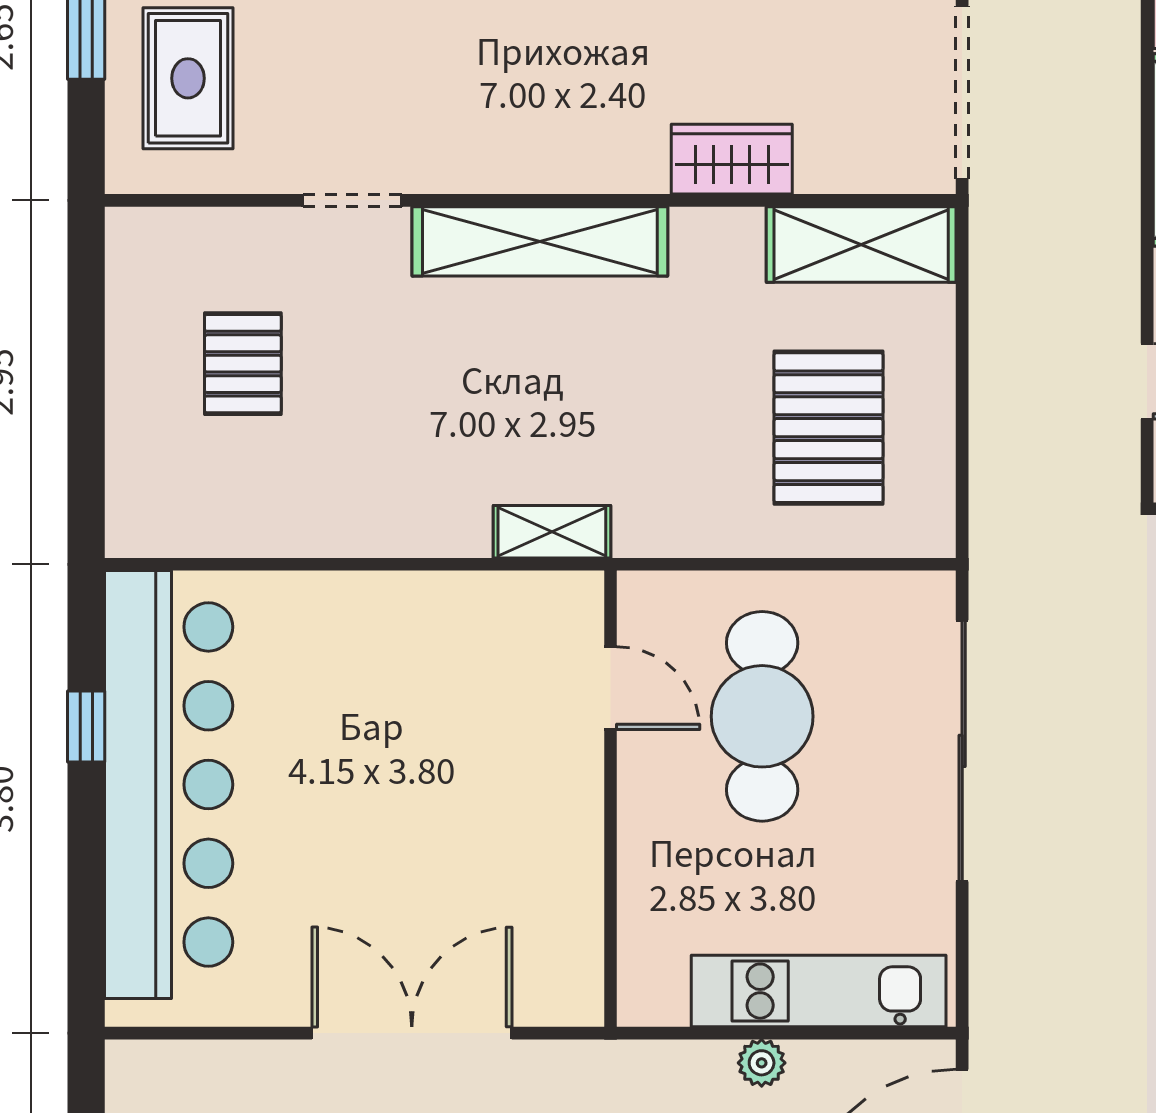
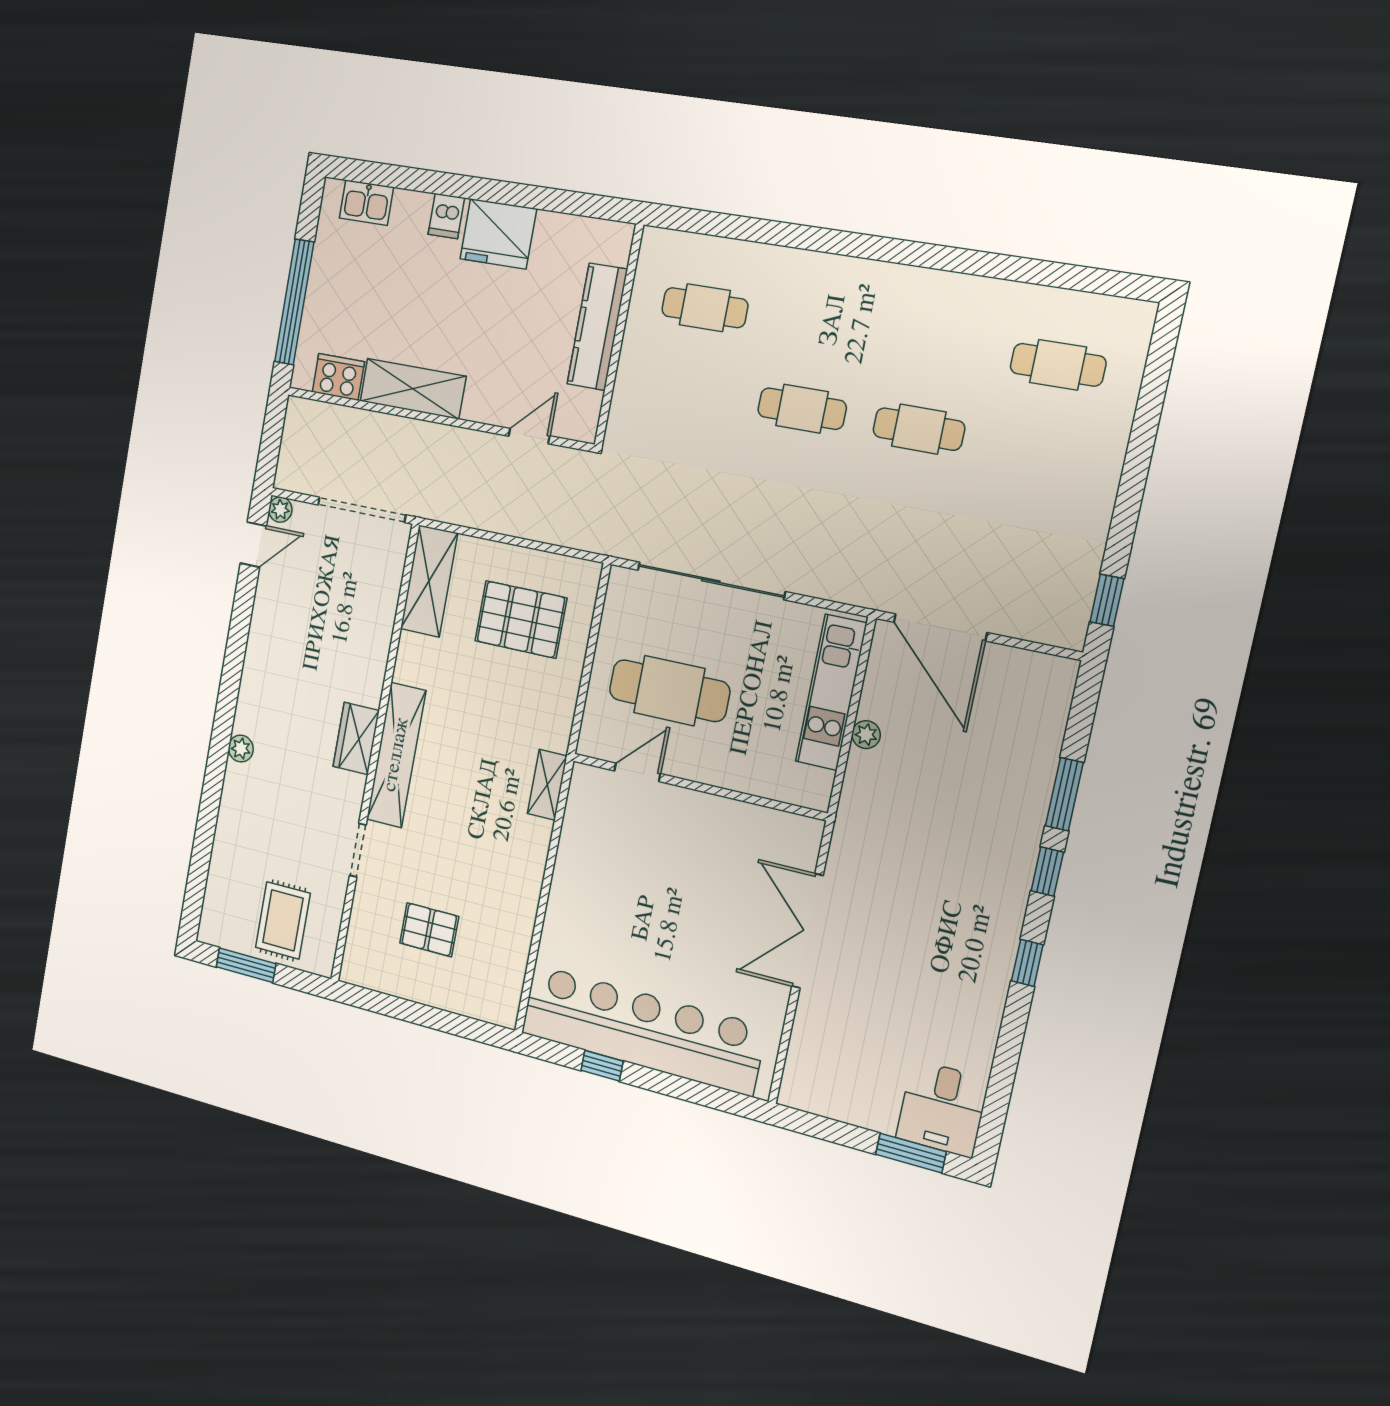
rug: (188, 78) -> (283, 920), turned 90
wardrobe: (732, 159) -> (356, 738), moved

